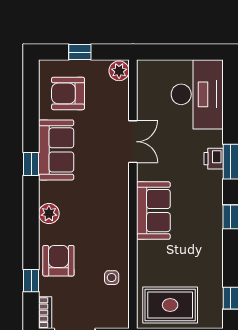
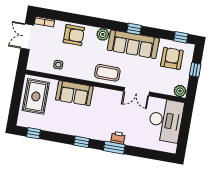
desk: (197, 94) -> (166, 120), moved, turned -90
sofa: (56, 150) -> (133, 44), width x1.36
coffee table: (110, 195) -> (107, 73), added
sofa: (153, 211) -> (74, 93), moved
window: (31, 281) -> (181, 37), moved

